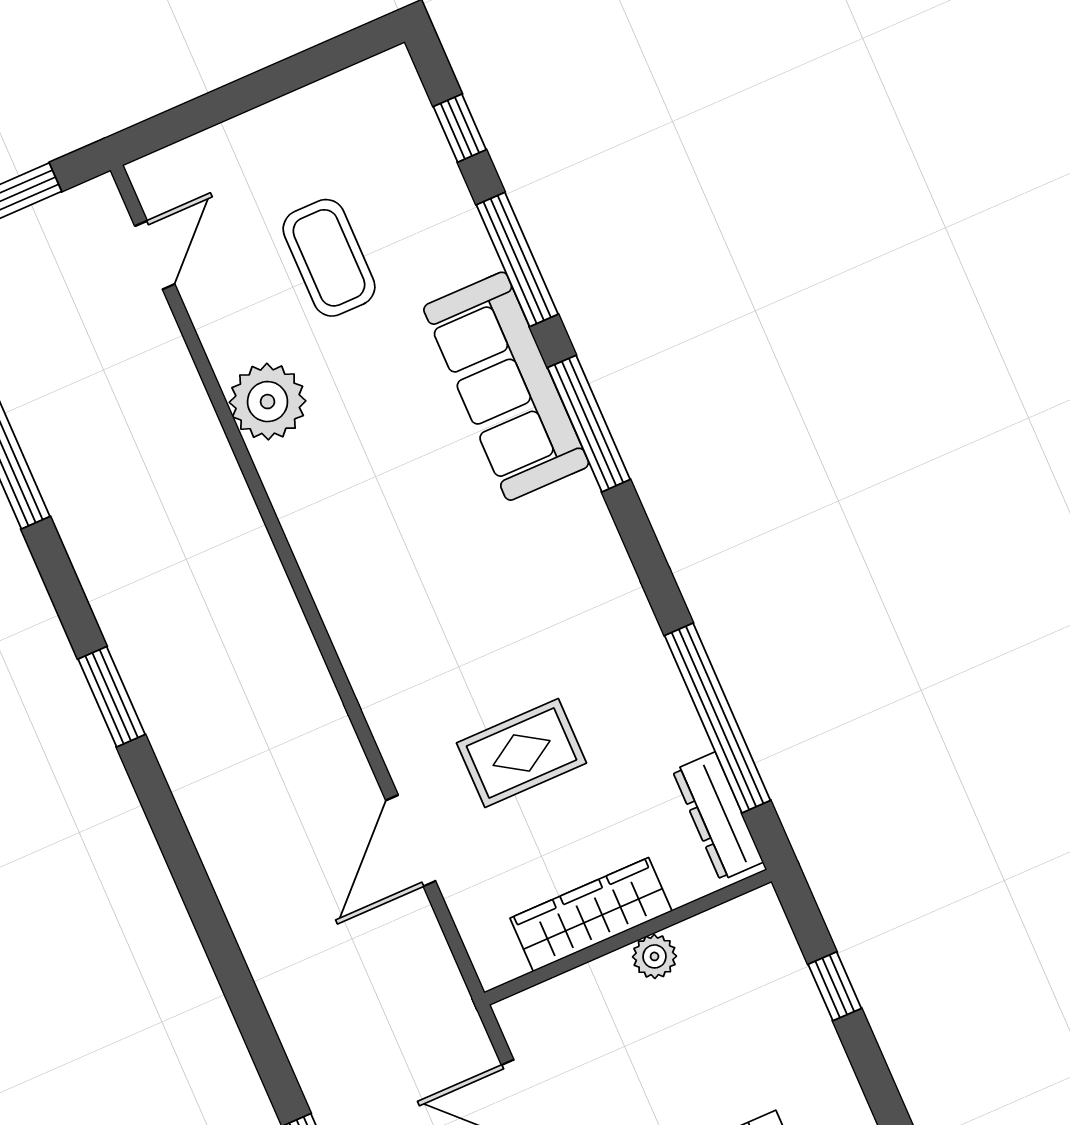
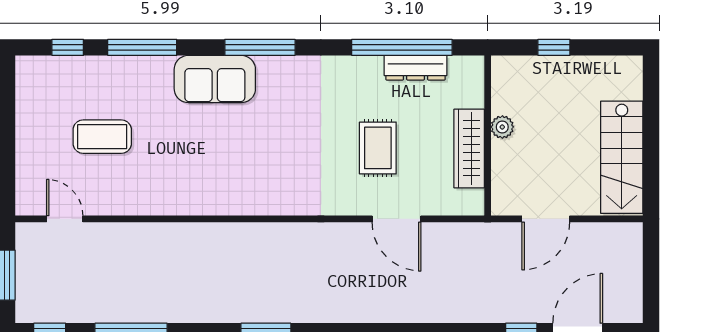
sofa: (506, 386) -> (215, 79), width x0.73
plant: (268, 402) -> (158, 196), removed
window: (589, 424) -> (260, 47), moved
dresser: (718, 816) -> (415, 68), moved

